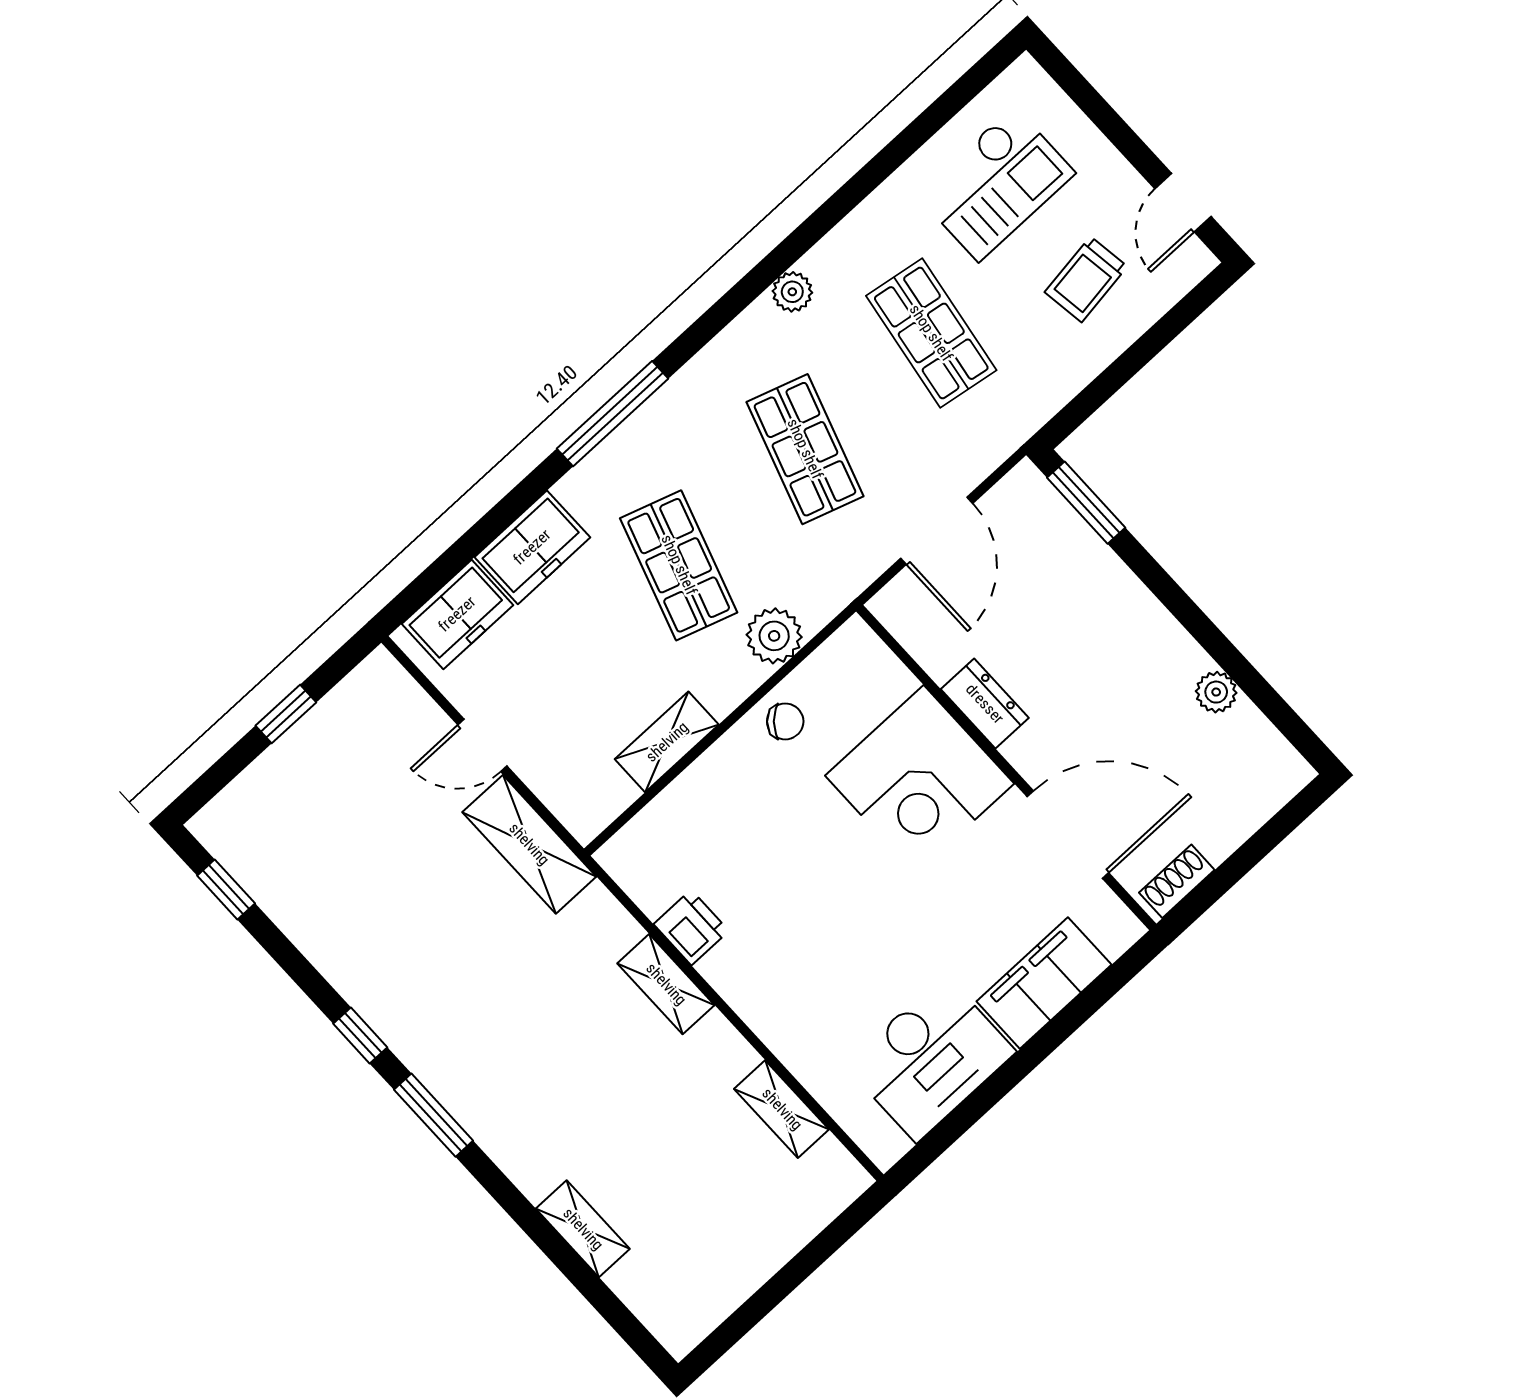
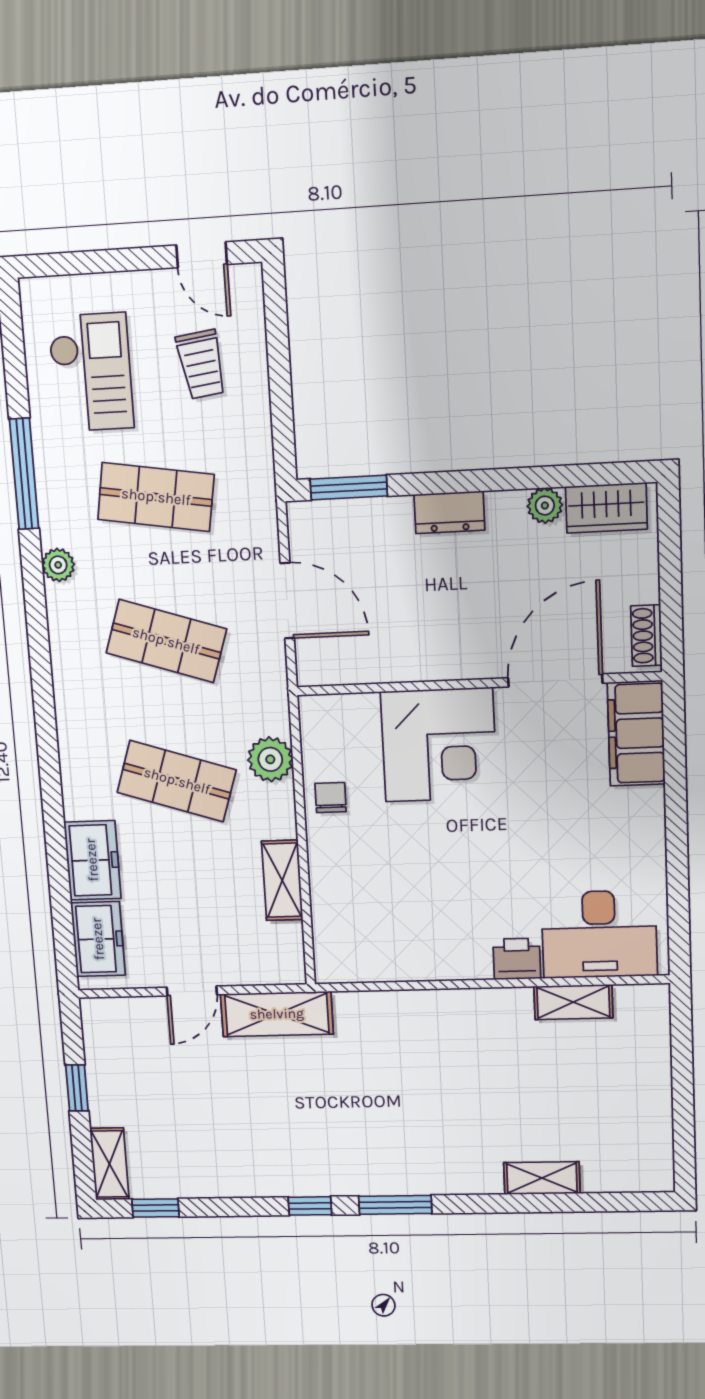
window: (613, 414) -> (24, 474), moved
dresser: (985, 704) -> (449, 512), moved, turned 180
chair: (785, 721) -> (331, 798), turned -42
wardrobe: (1259, 748) -> (606, 508), added
printer: (691, 928) -> (517, 959), moved
filing cabinet: (1044, 983) -> (636, 733), moved
shelving: (666, 984) -> (109, 1164), moved, turned 90
desk: (930, 1058) -> (599, 934), moved, turned 90

